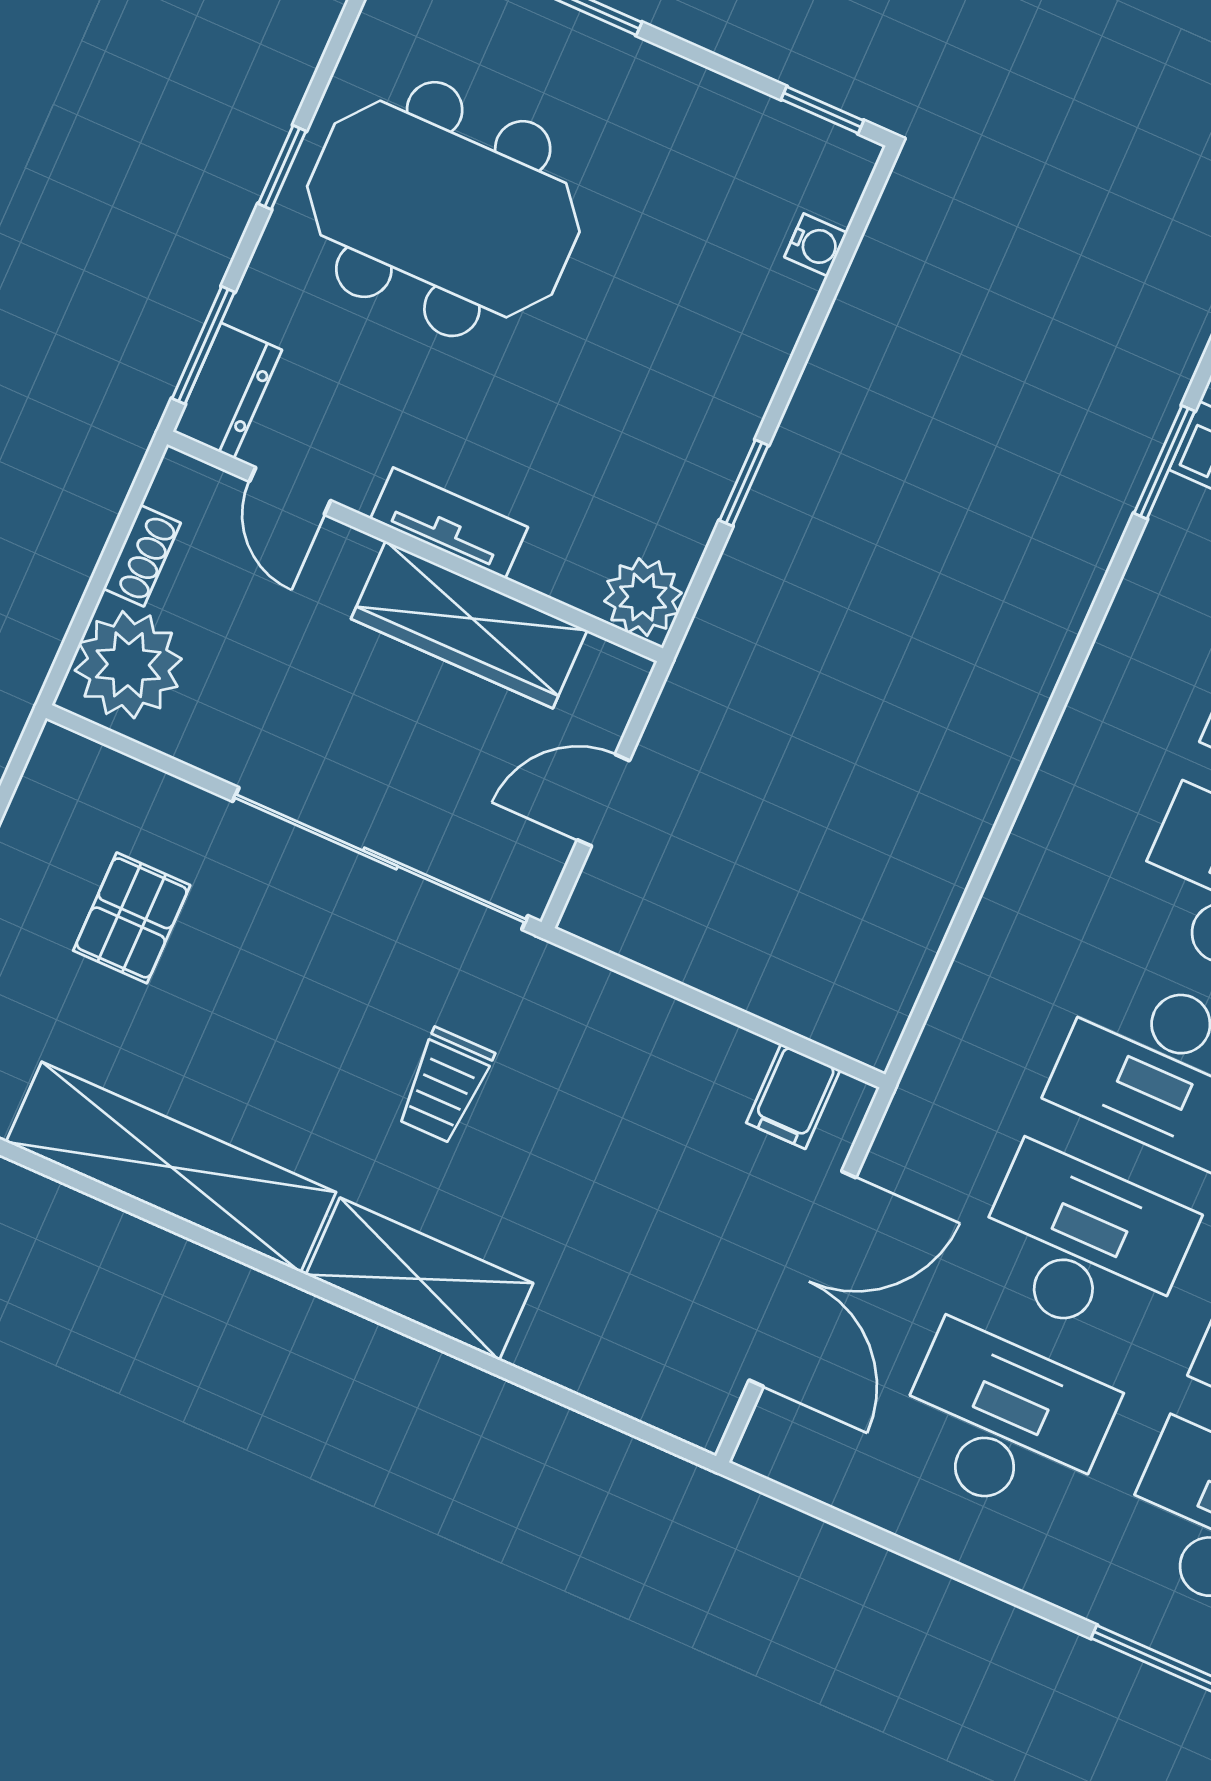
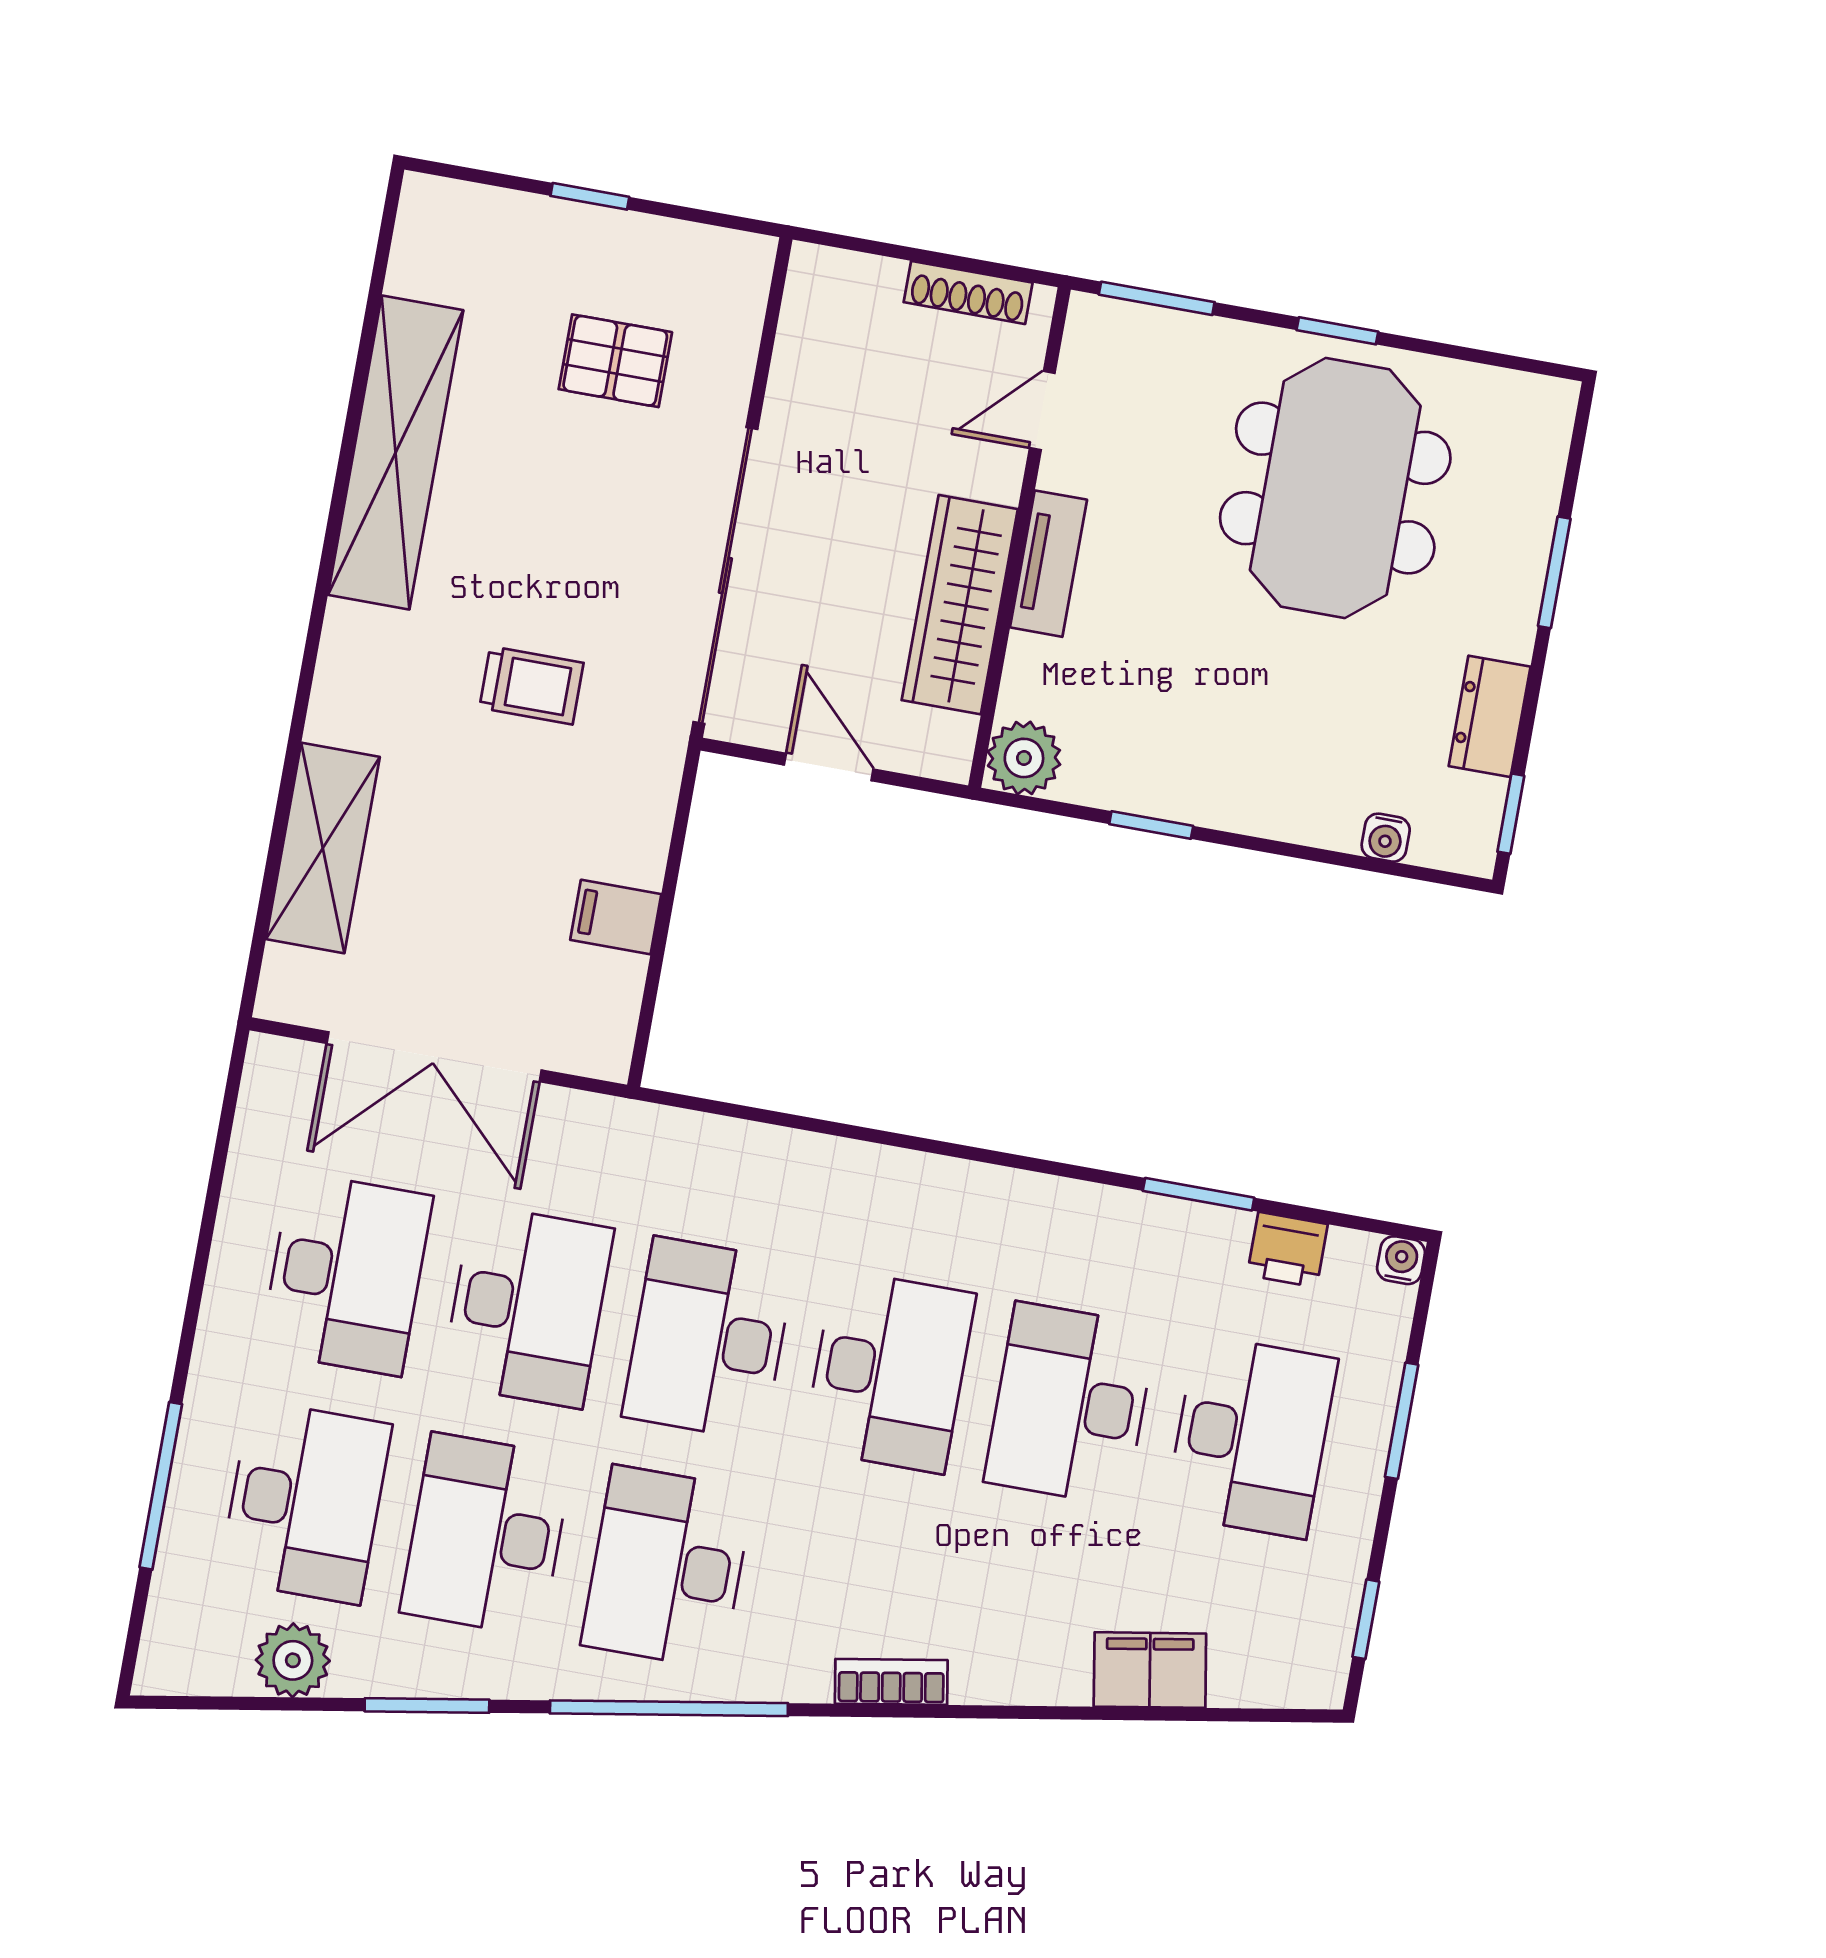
dresser: (227, 391) -> (1490, 716), moved, turned 90
window: (1164, 462) -> (1199, 1194), moved
shoe rack: (142, 556) -> (968, 292), width x1.43
plant: (128, 665) -> (847, 301), removed
trolley: (445, 1086) -> (531, 685), turned 180
filing cabinet: (793, 1096) -> (616, 917), moved
shelving: (419, 1279) -> (323, 848), moved

